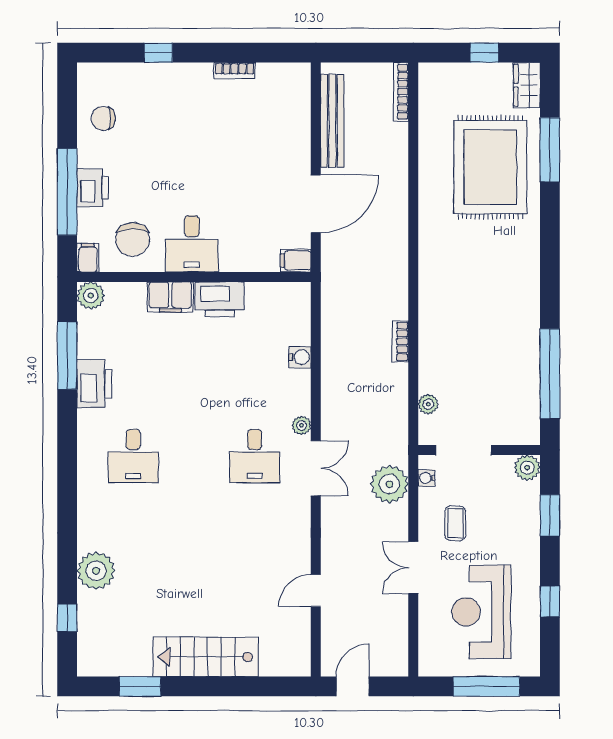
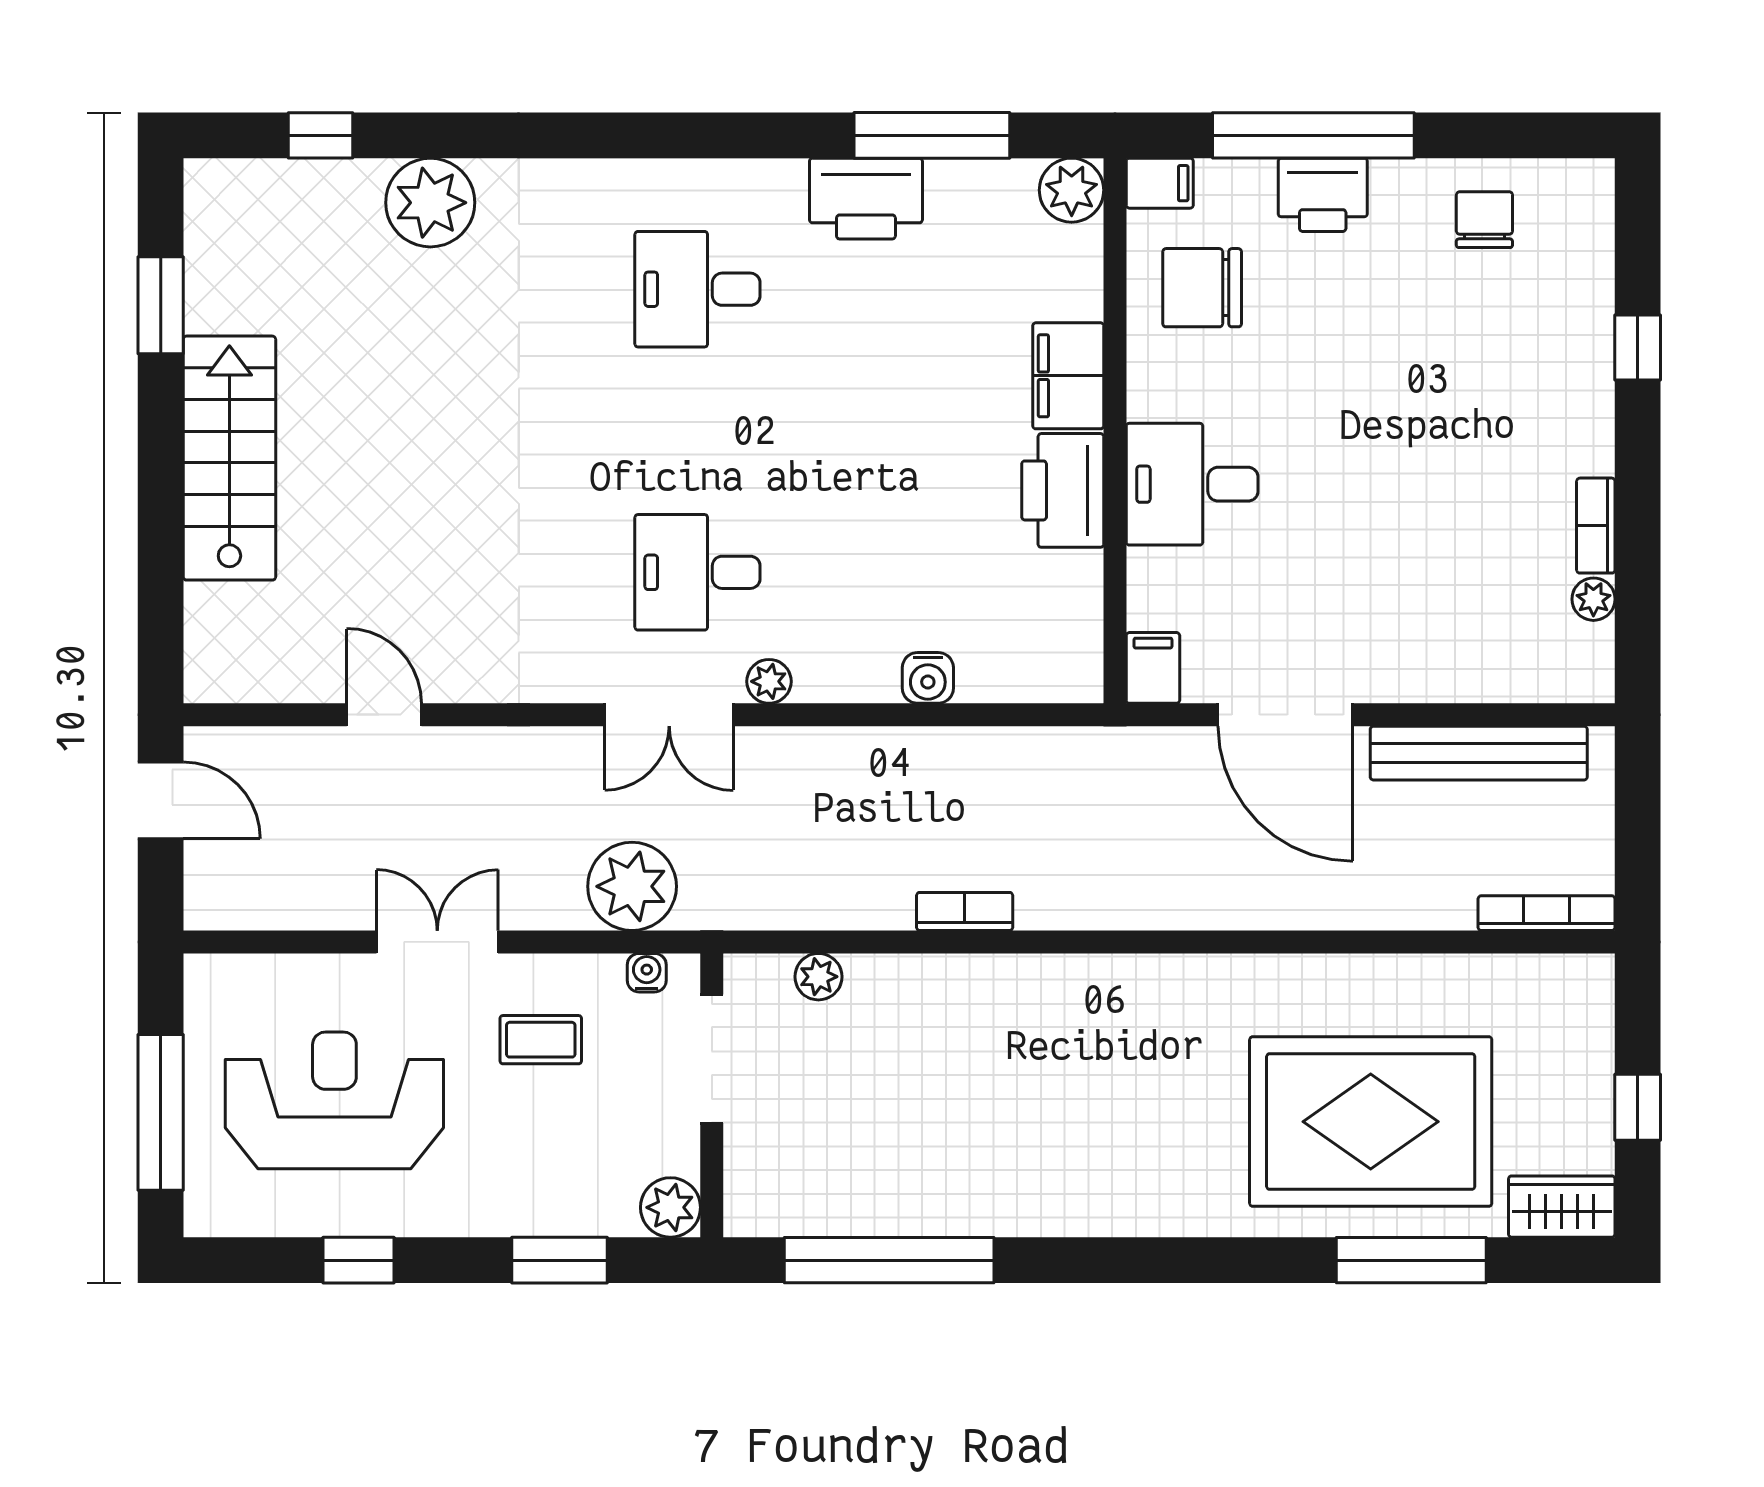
plant: (266, 72) -> (1593, 599), added
desk: (192, 244) -> (1192, 484), moved

